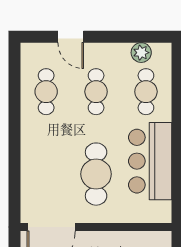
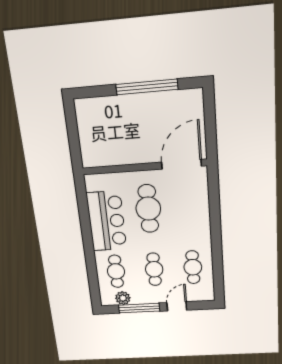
door: (71, 37) -> (177, 306), hinge flipped
window: (121, 37) -> (139, 308), added

